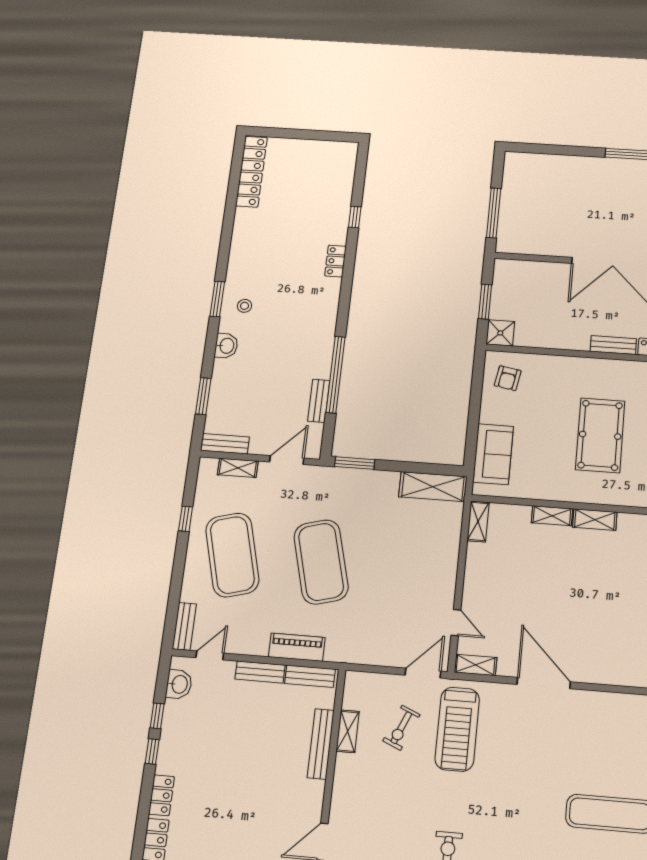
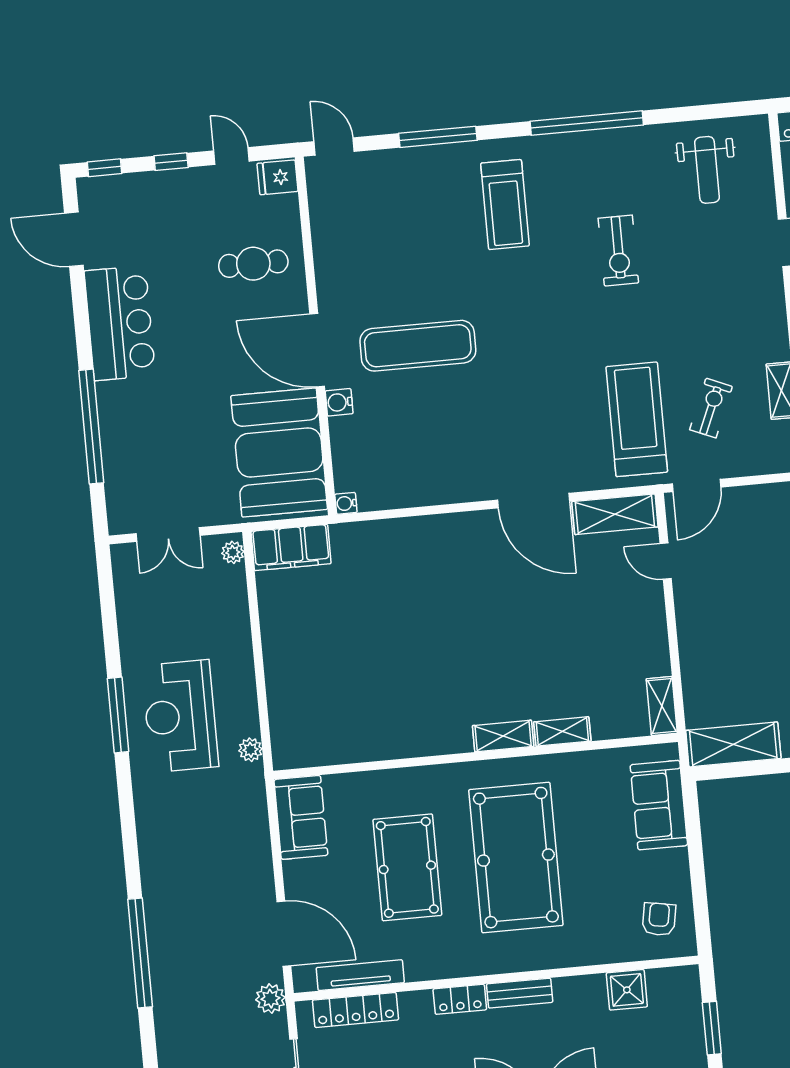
shower: (500, 333) -> (627, 990), moved
pool table: (600, 435) -> (516, 858), width x1.36, depth x1.32
shelving: (476, 665) -> (615, 514), width x1.50, depth x1.33

